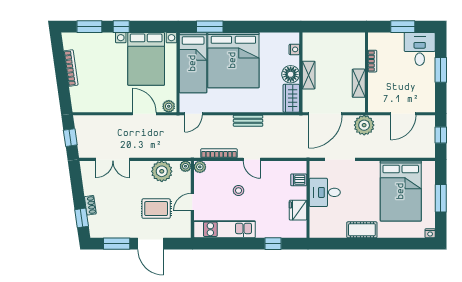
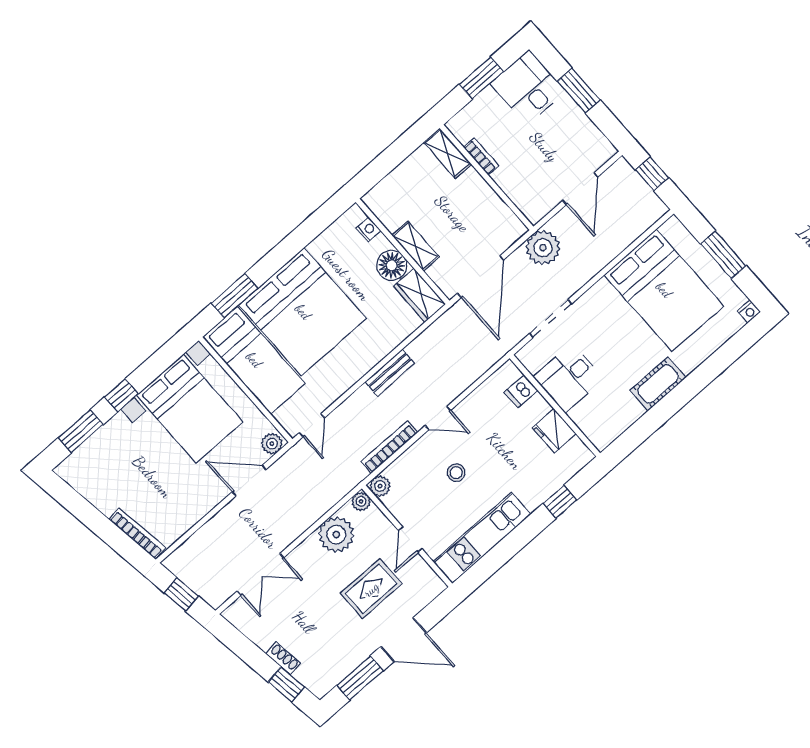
bookcase: (71, 68) -> (137, 534), moved
shelving: (359, 83) -> (447, 153), moved

